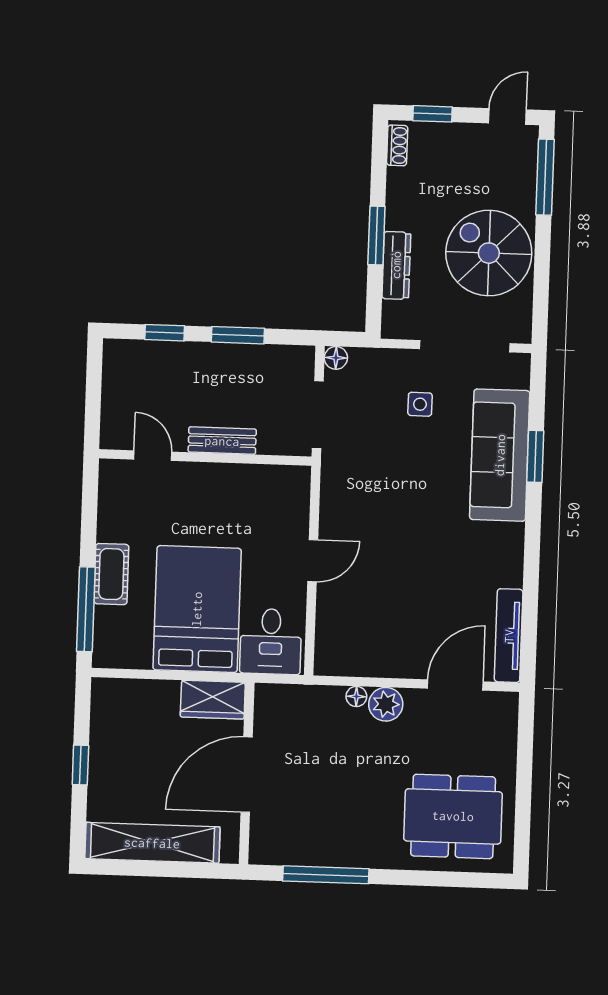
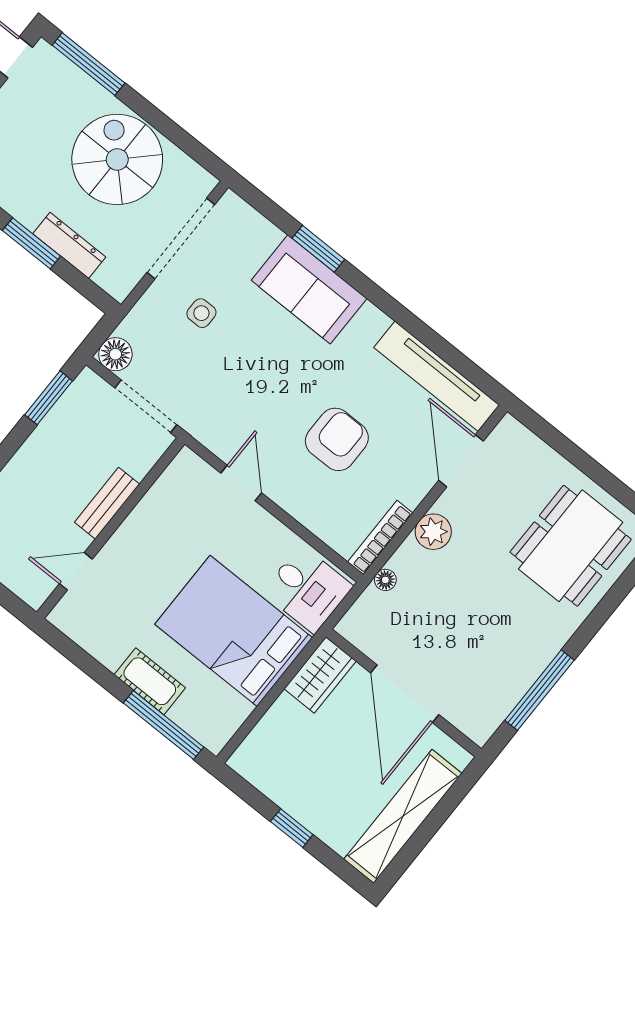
spiral stairs: (489, 253) -> (117, 159), turned 90
window: (238, 335) -> (49, 398), moved
floor lamp: (336, 358) -> (115, 354), width x1.37, depth x1.37
sofa: (500, 455) -> (309, 289), width x0.73
door: (313, 561) -> (241, 483), moved
armchair: (401, 579) -> (337, 439), added
tv unit: (509, 636) -> (437, 376), width x1.36, depth x1.29
bookcase: (351, 667) -> (380, 537), added
floor lamp: (356, 696) -> (385, 580), moved

